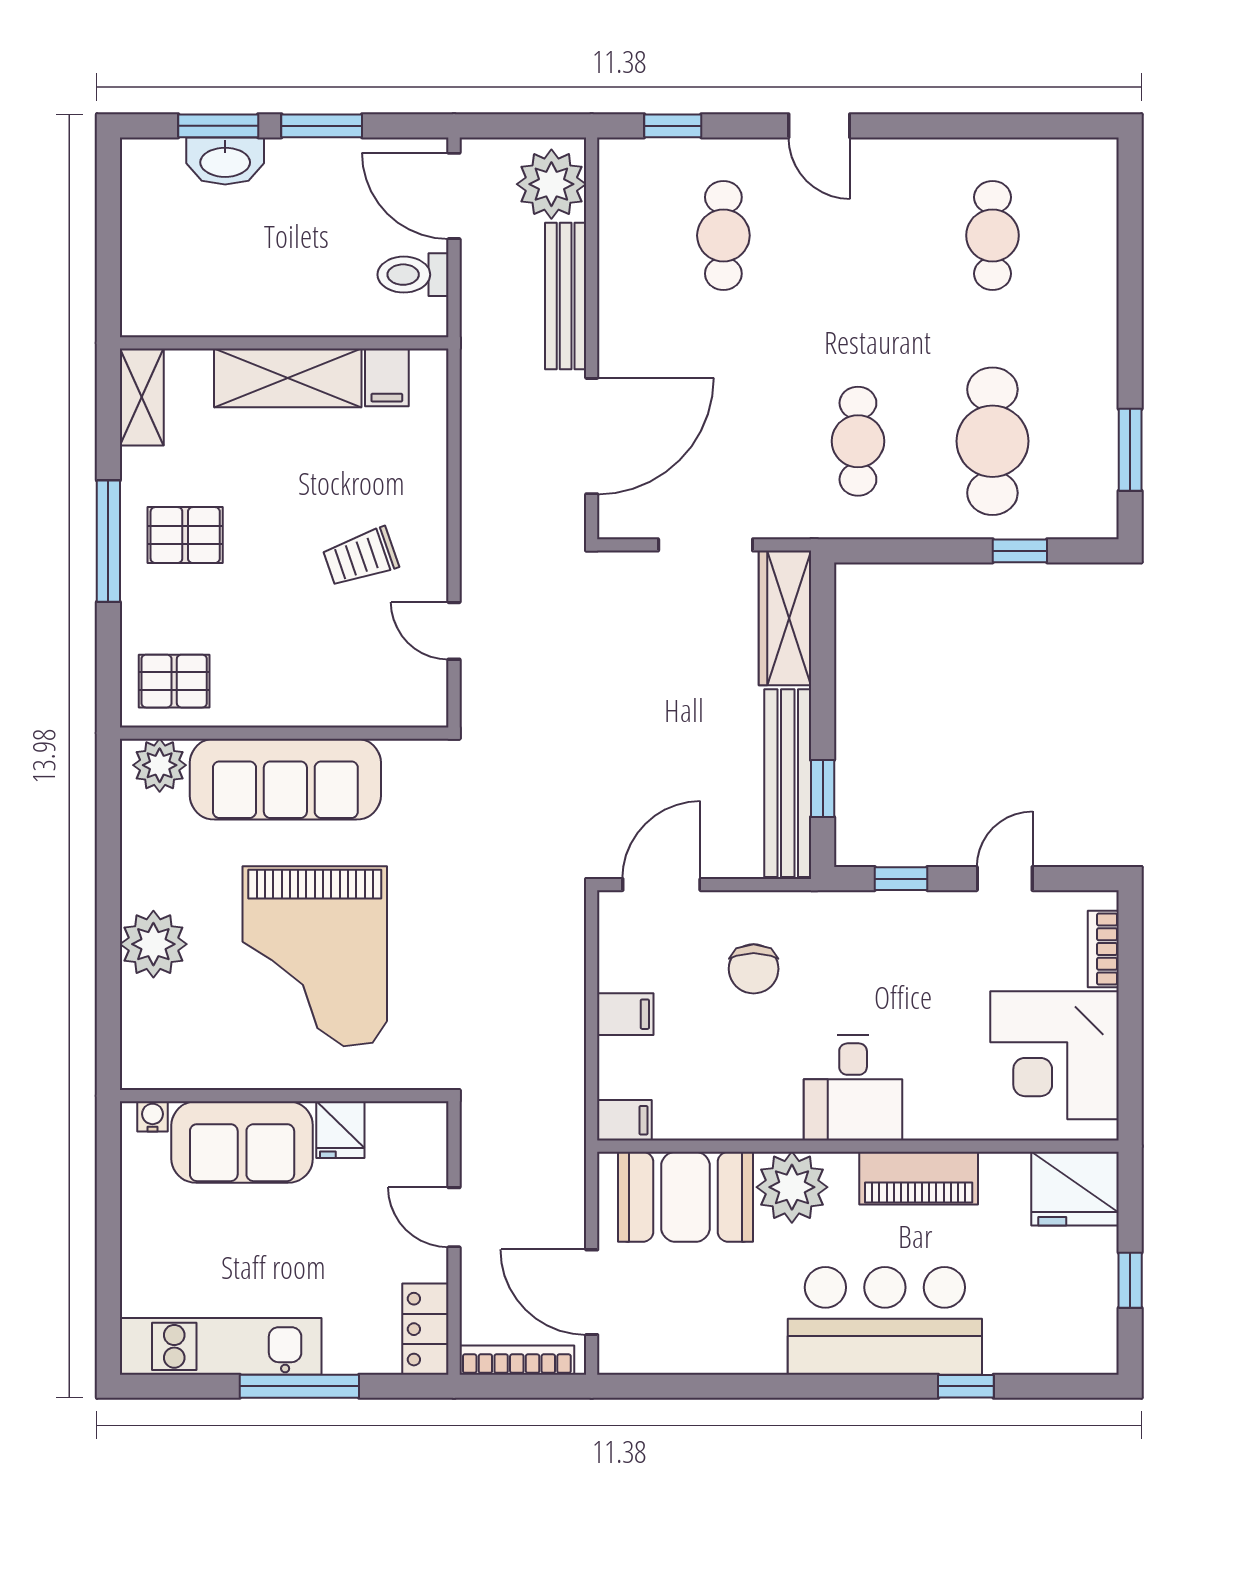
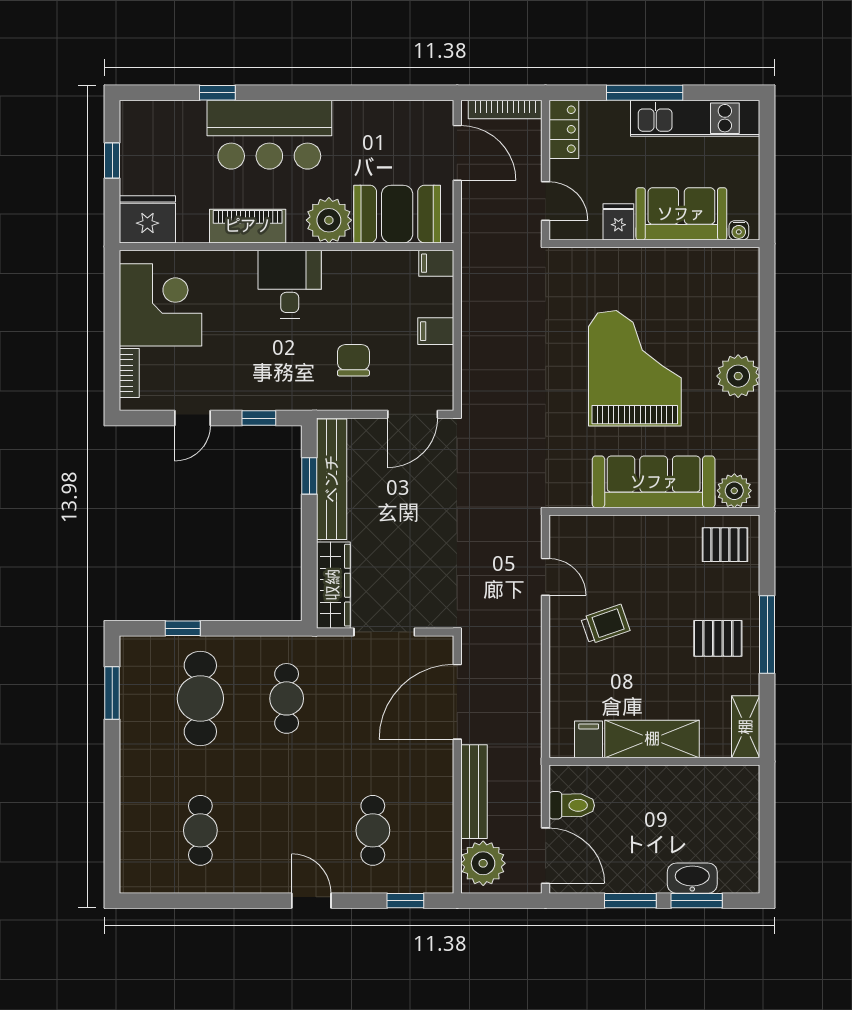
wall: (284, 1096) -> (654, 244), moved
water cooler: (153, 1116) -> (739, 230), moved
fridge: (340, 1130) -> (618, 222), moved
sofa: (242, 1142) -> (681, 214), moved

